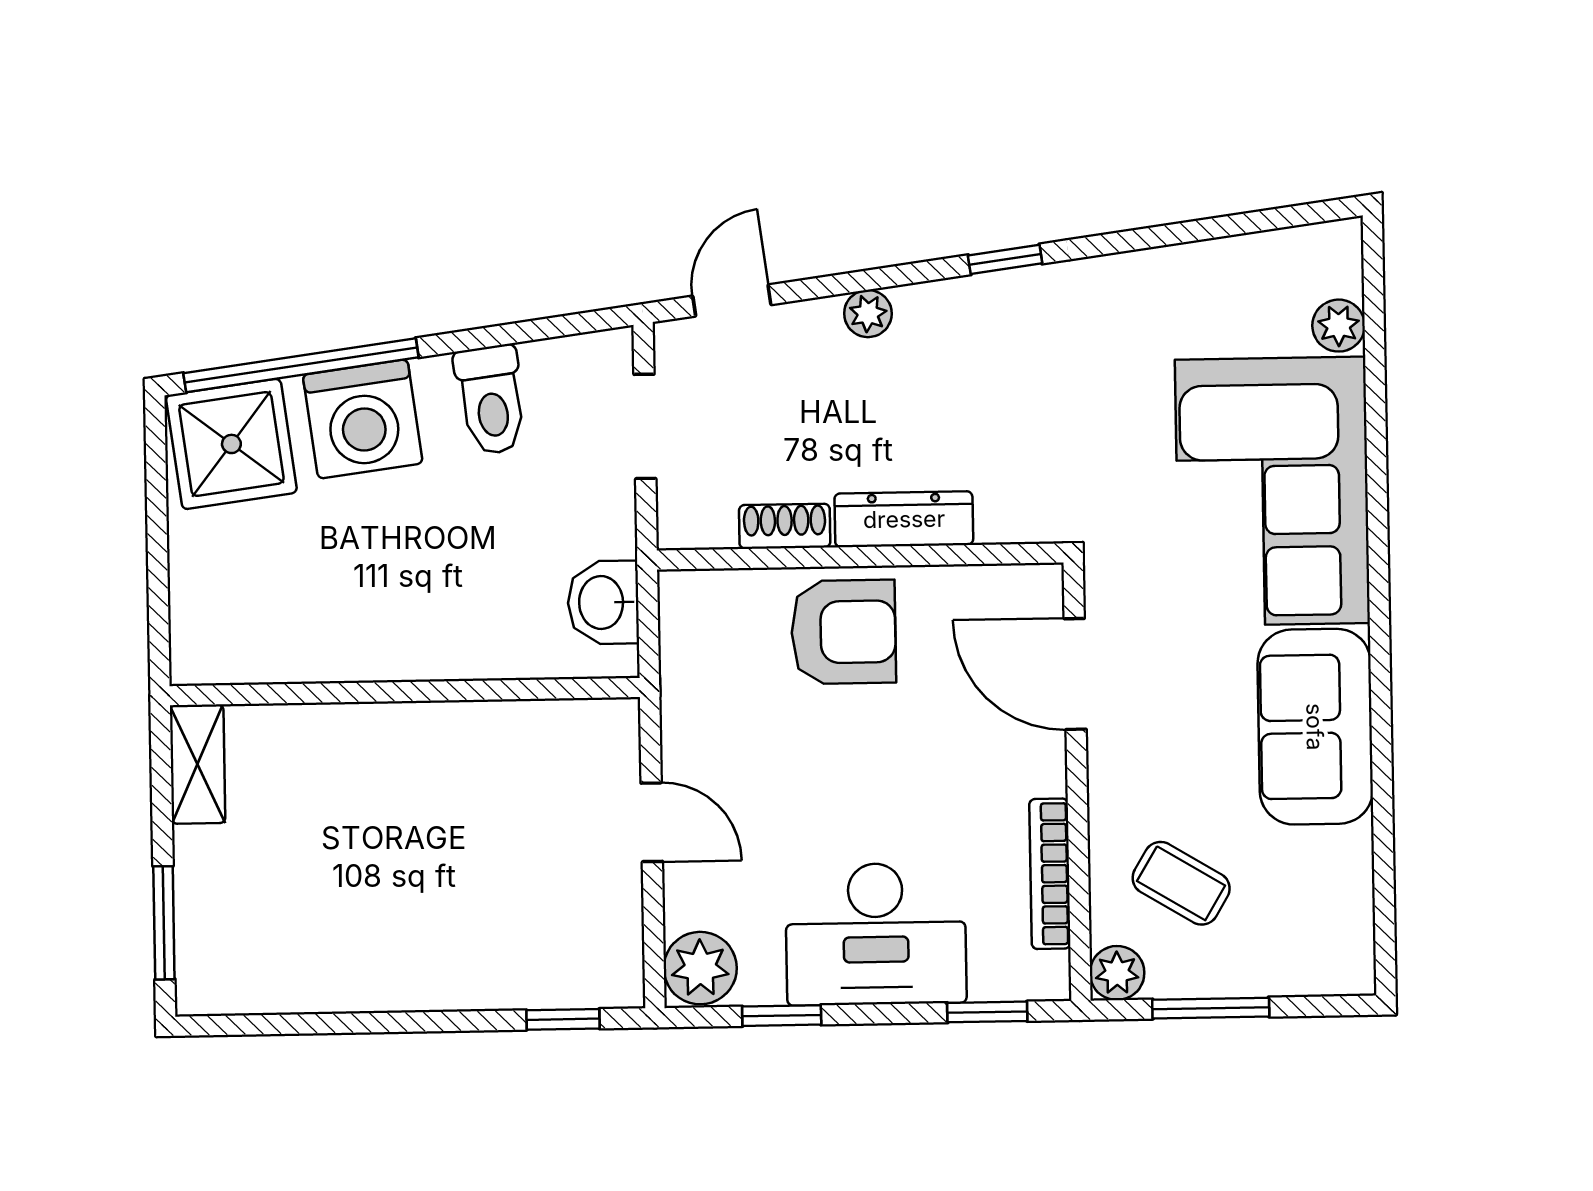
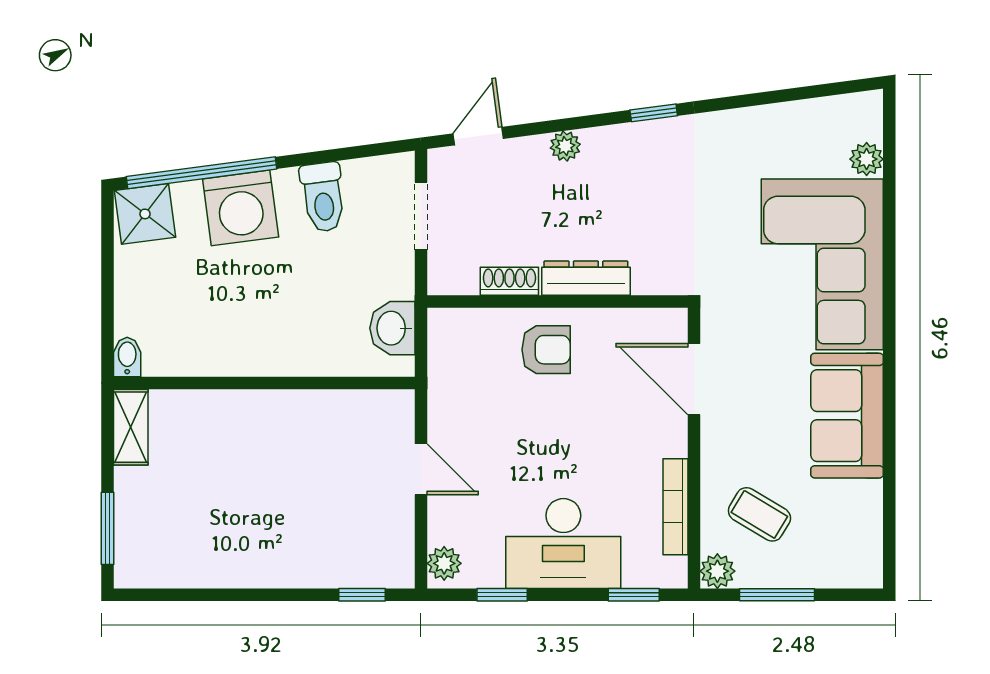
shower: (231, 444) -> (145, 214), width x0.73, depth x0.73
armchair: (844, 632) -> (546, 350), width x0.72, depth x0.72
bidet: (190, 655) -> (127, 357), added
plant: (700, 968) -> (444, 563), width x0.73, depth x0.73

